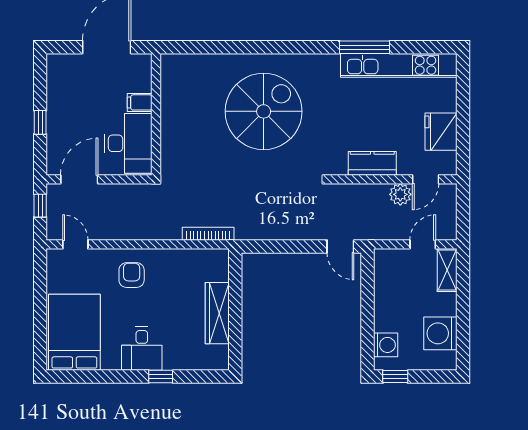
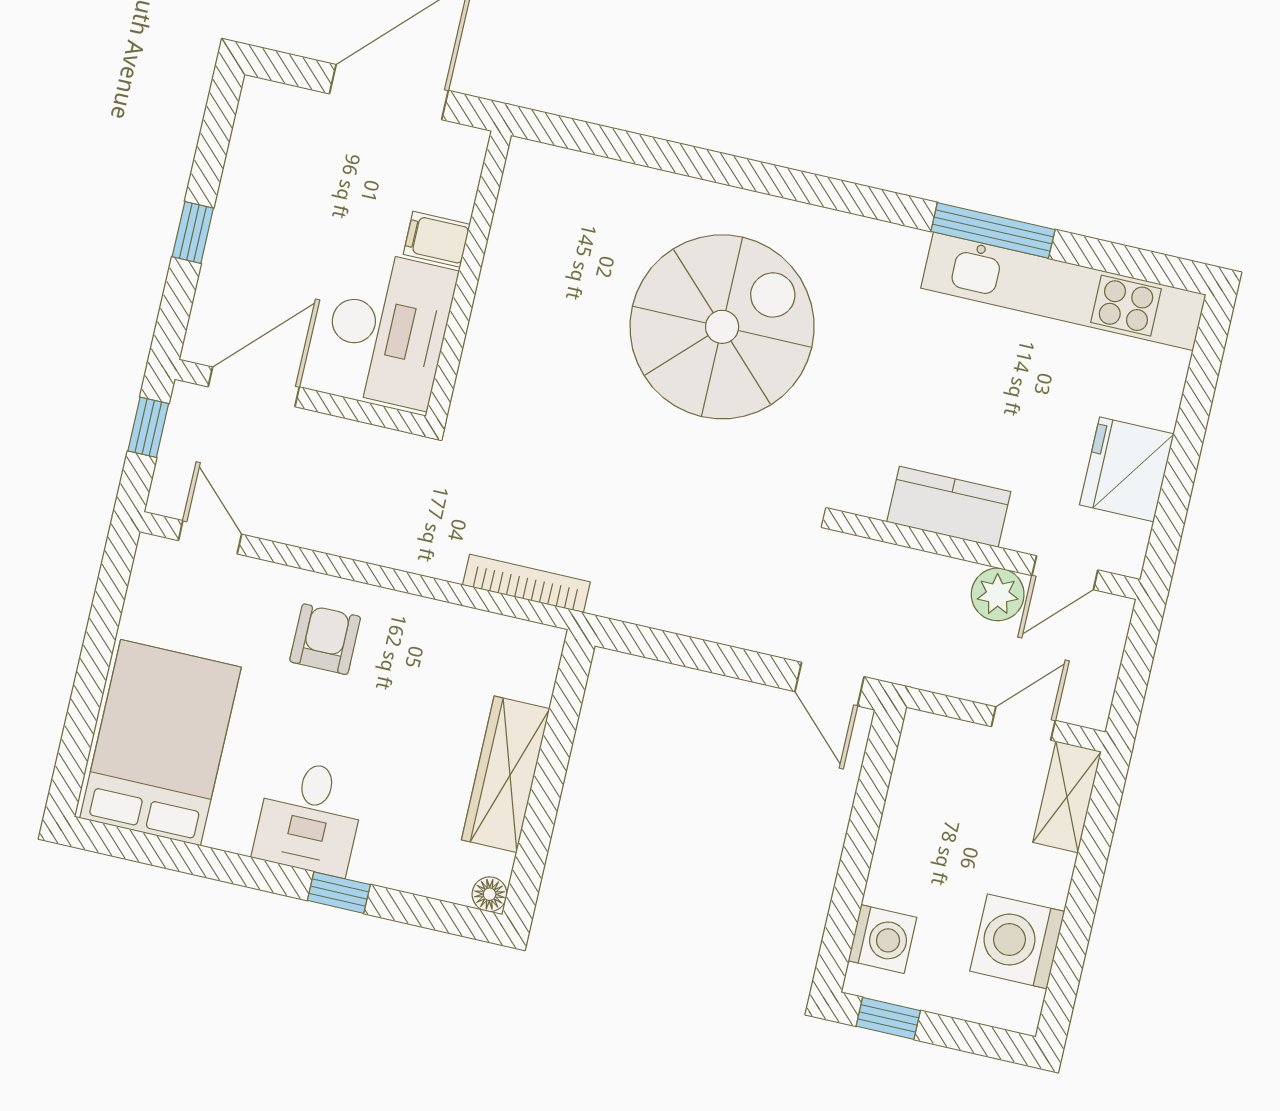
floor lamp: (222, 363) -> (490, 894), added

